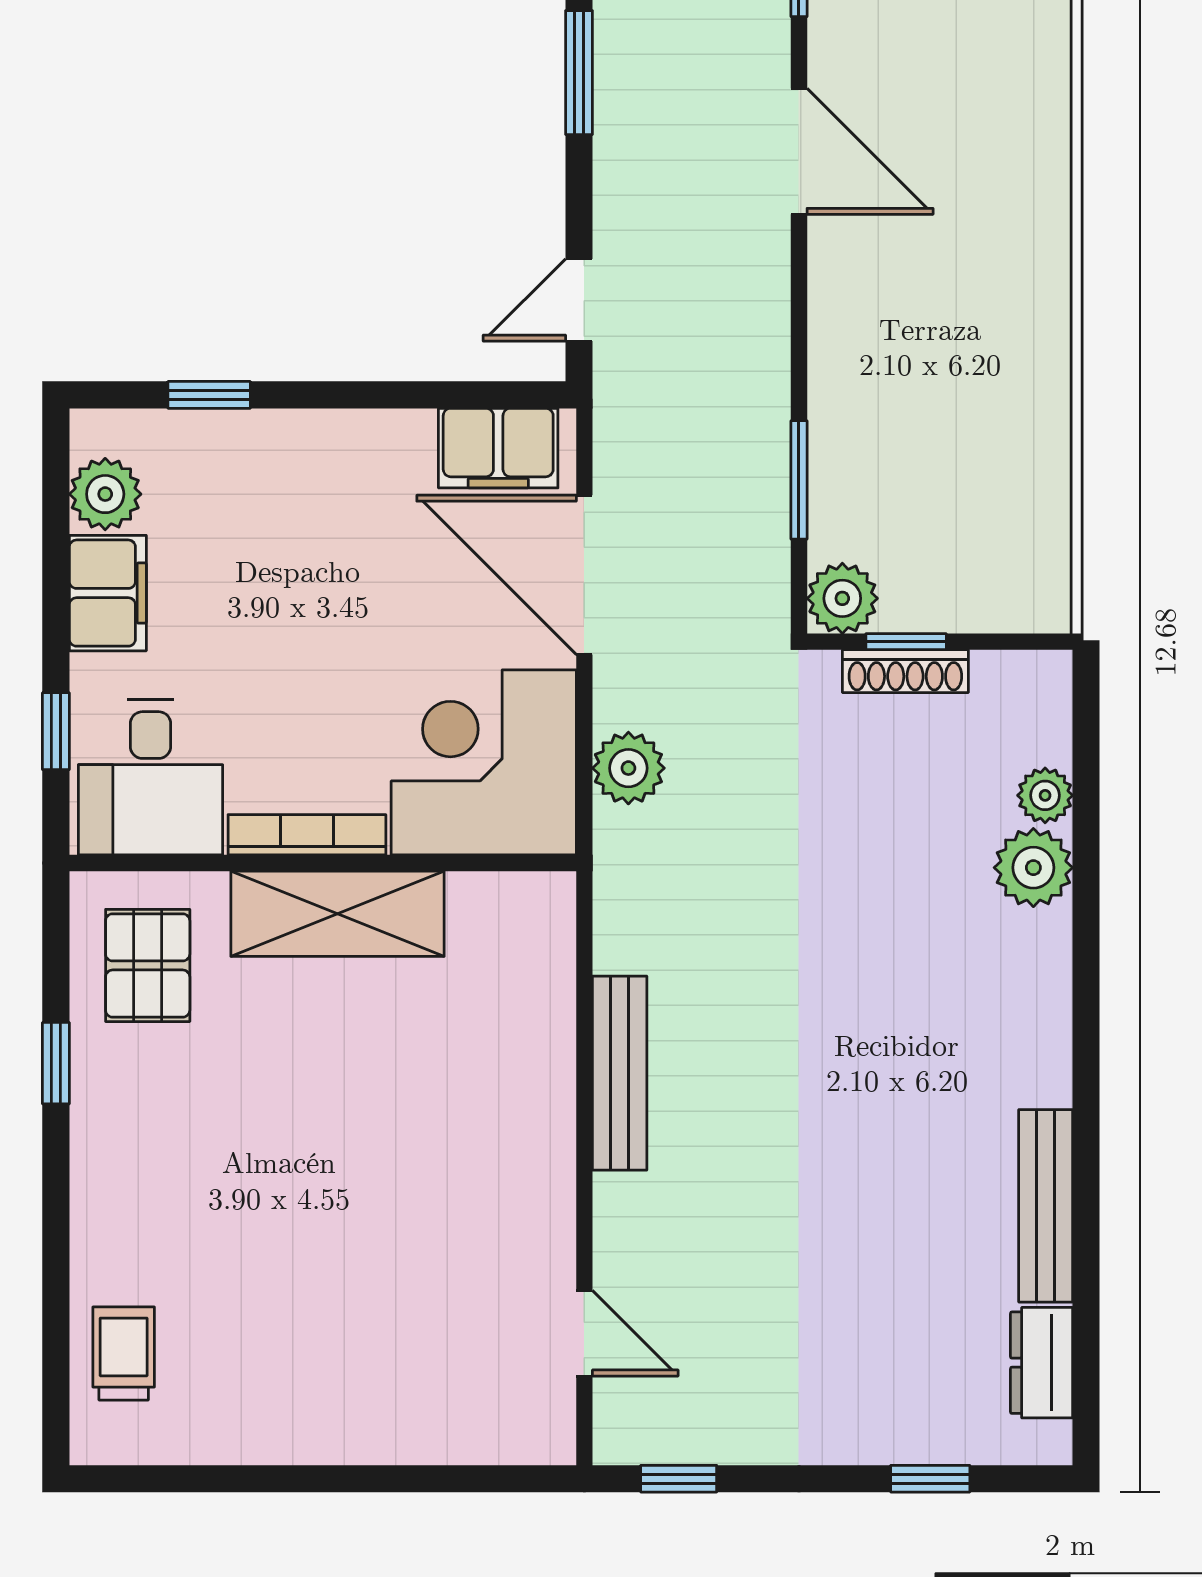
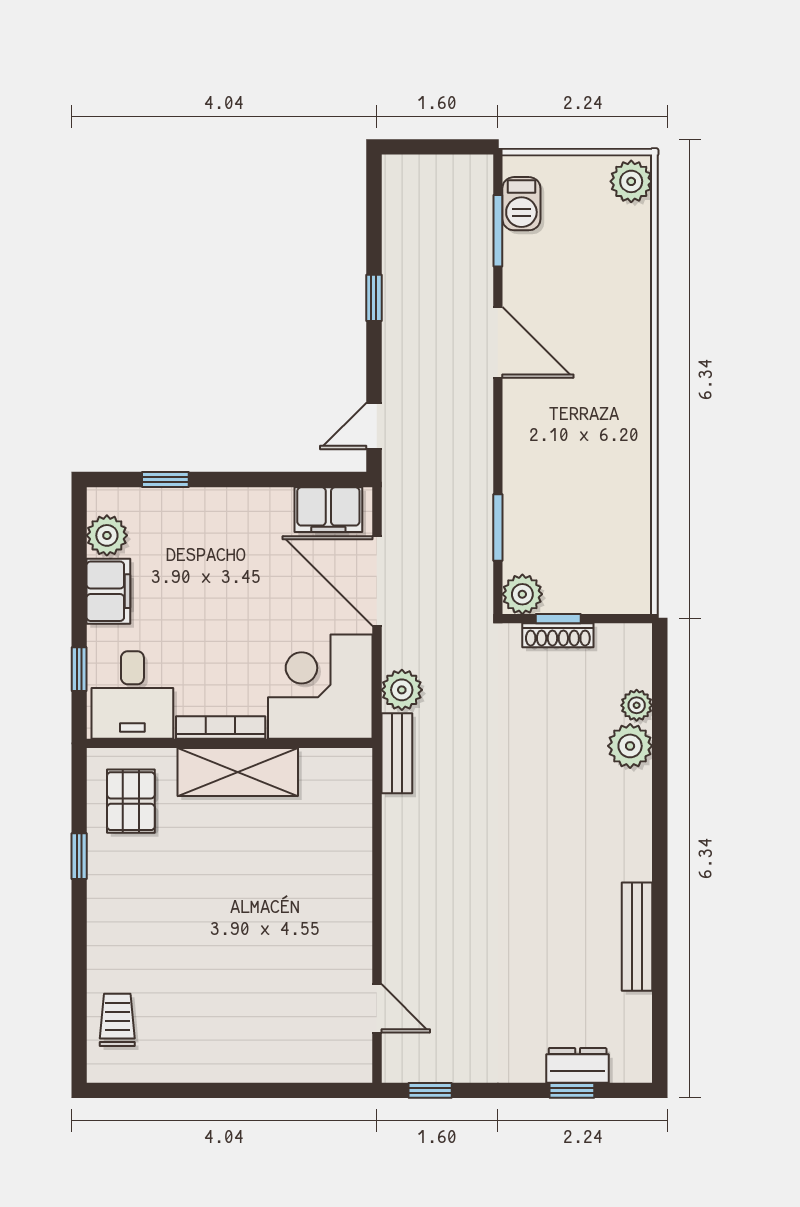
window: (579, 73) -> (374, 298), width x0.67
bench: (620, 1073) -> (397, 753), moved, width x0.73
dresser: (1042, 1363) -> (578, 1065), moved, turned 90

